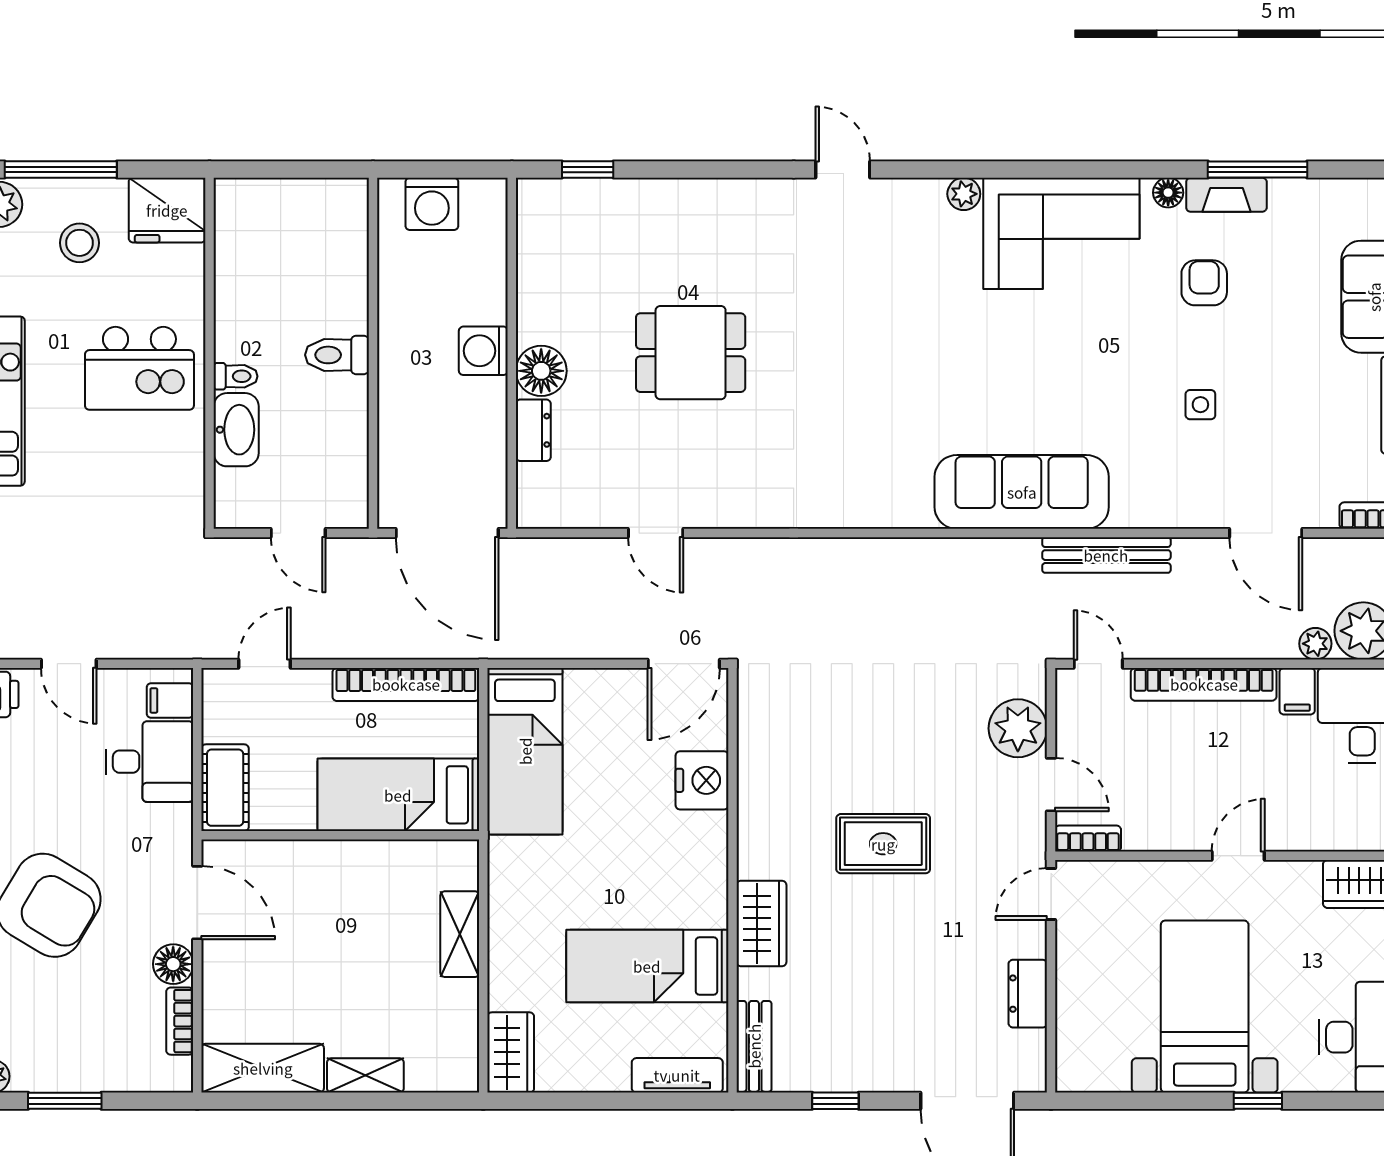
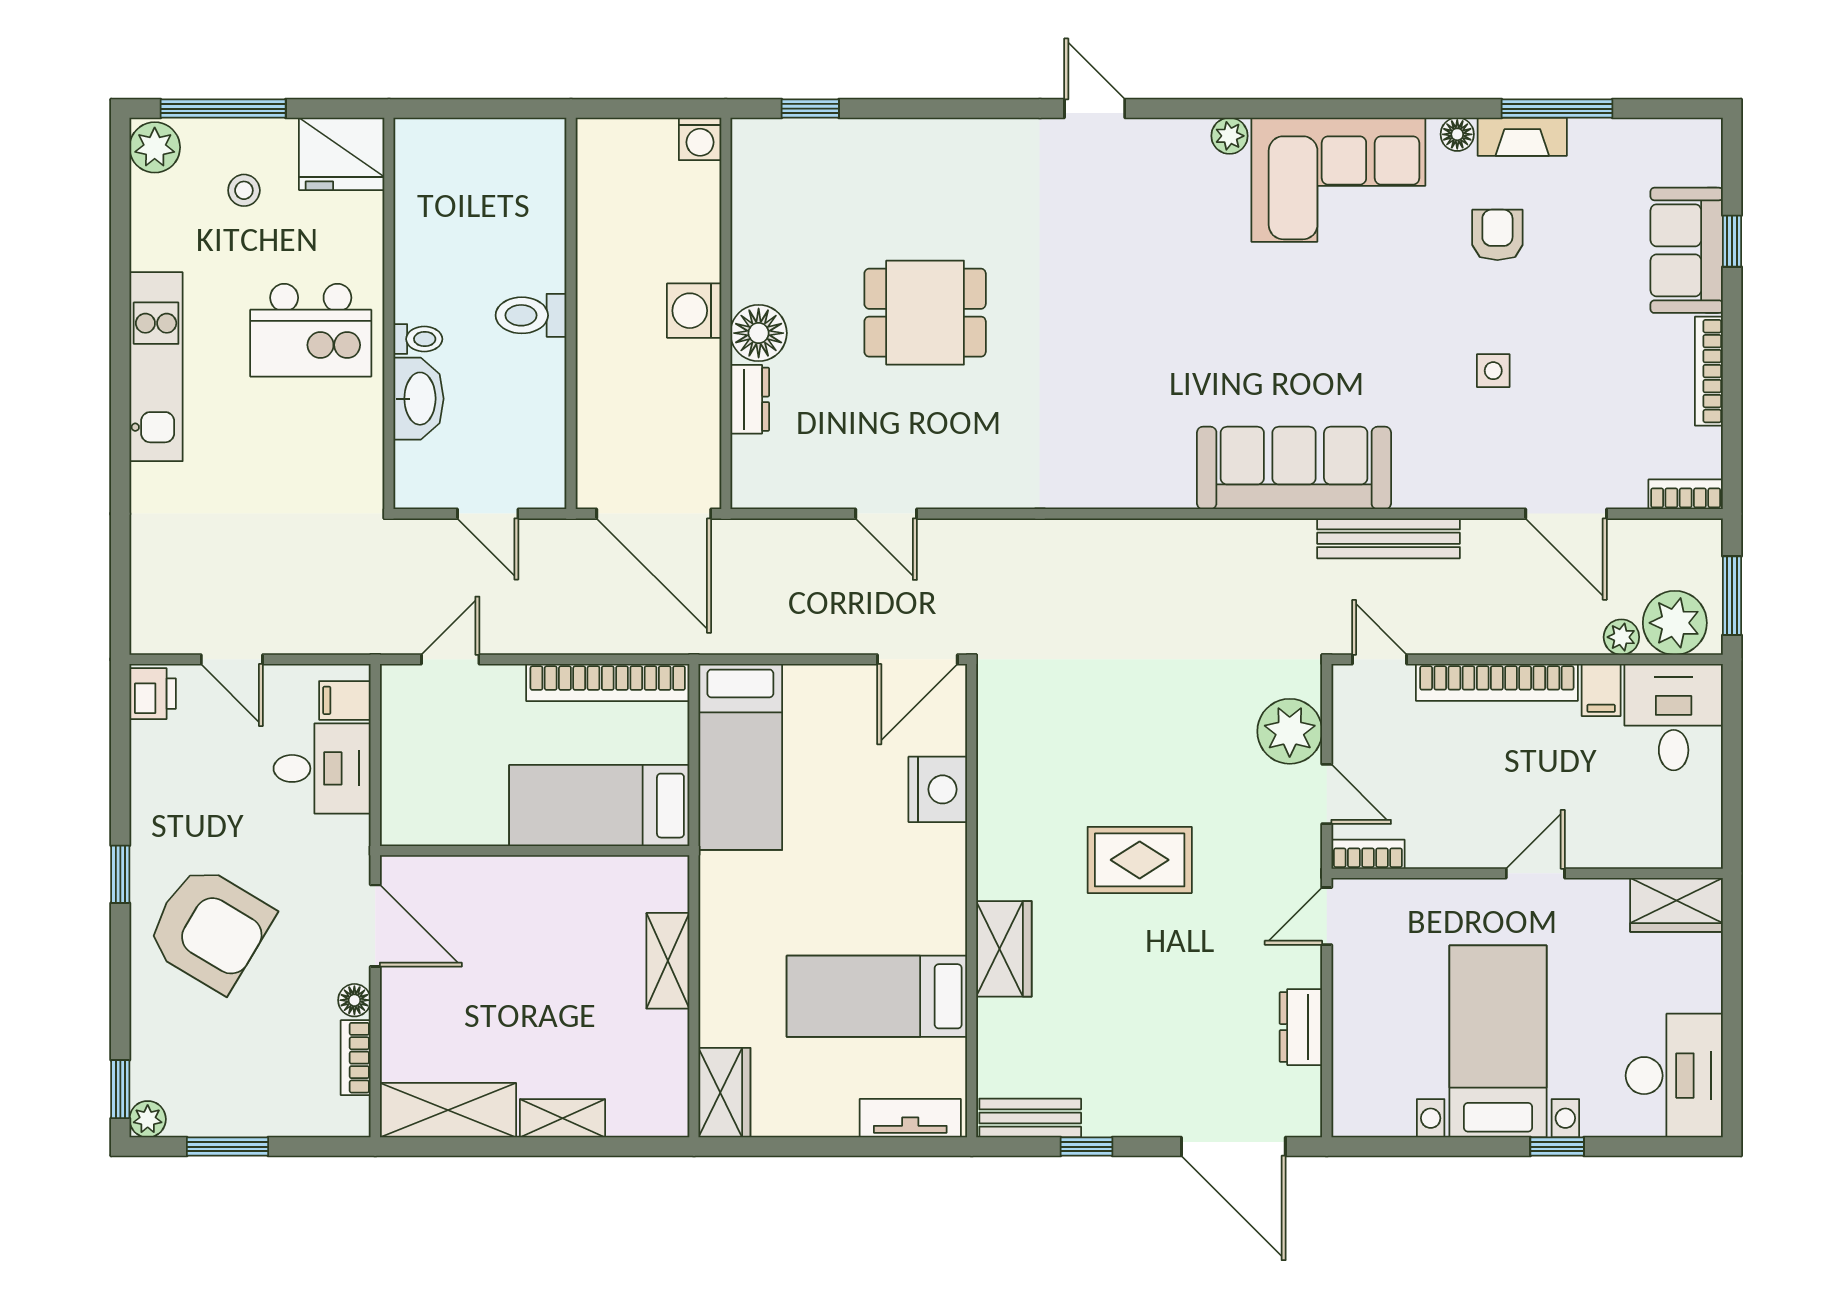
washing machine: (432, 204) -> (700, 139), moved, width x0.73, depth x0.73
stool: (79, 243) -> (244, 190), width x0.73, depth x0.73
cot: (225, 788) -> (406, 798), removed
floor lamp: (173, 964) -> (354, 1000), width x0.73, depth x0.73
bench: (754, 1046) -> (1030, 1118), moved, turned 90

